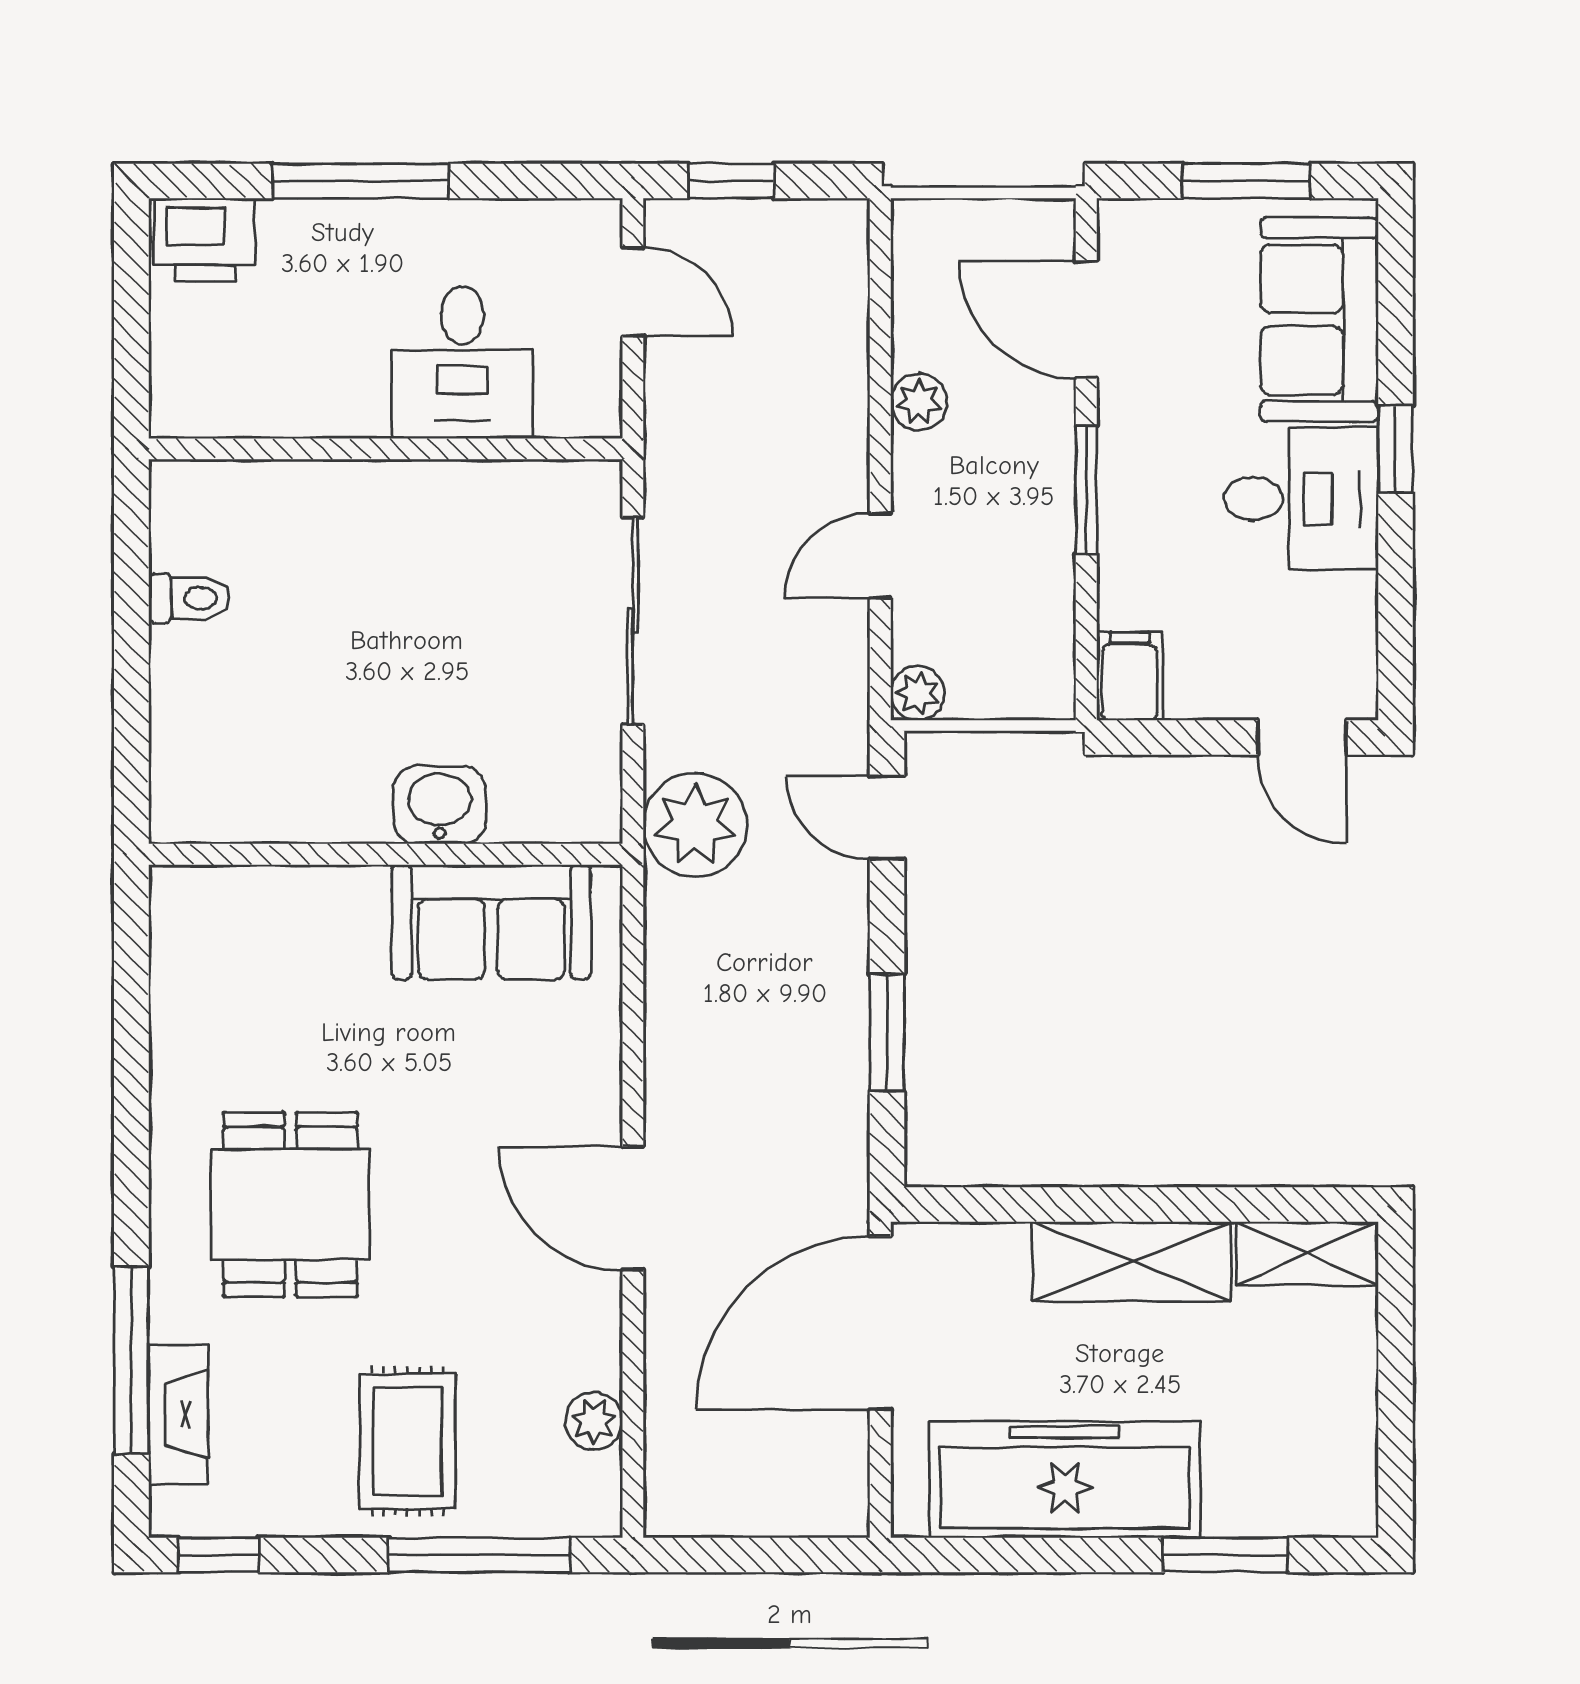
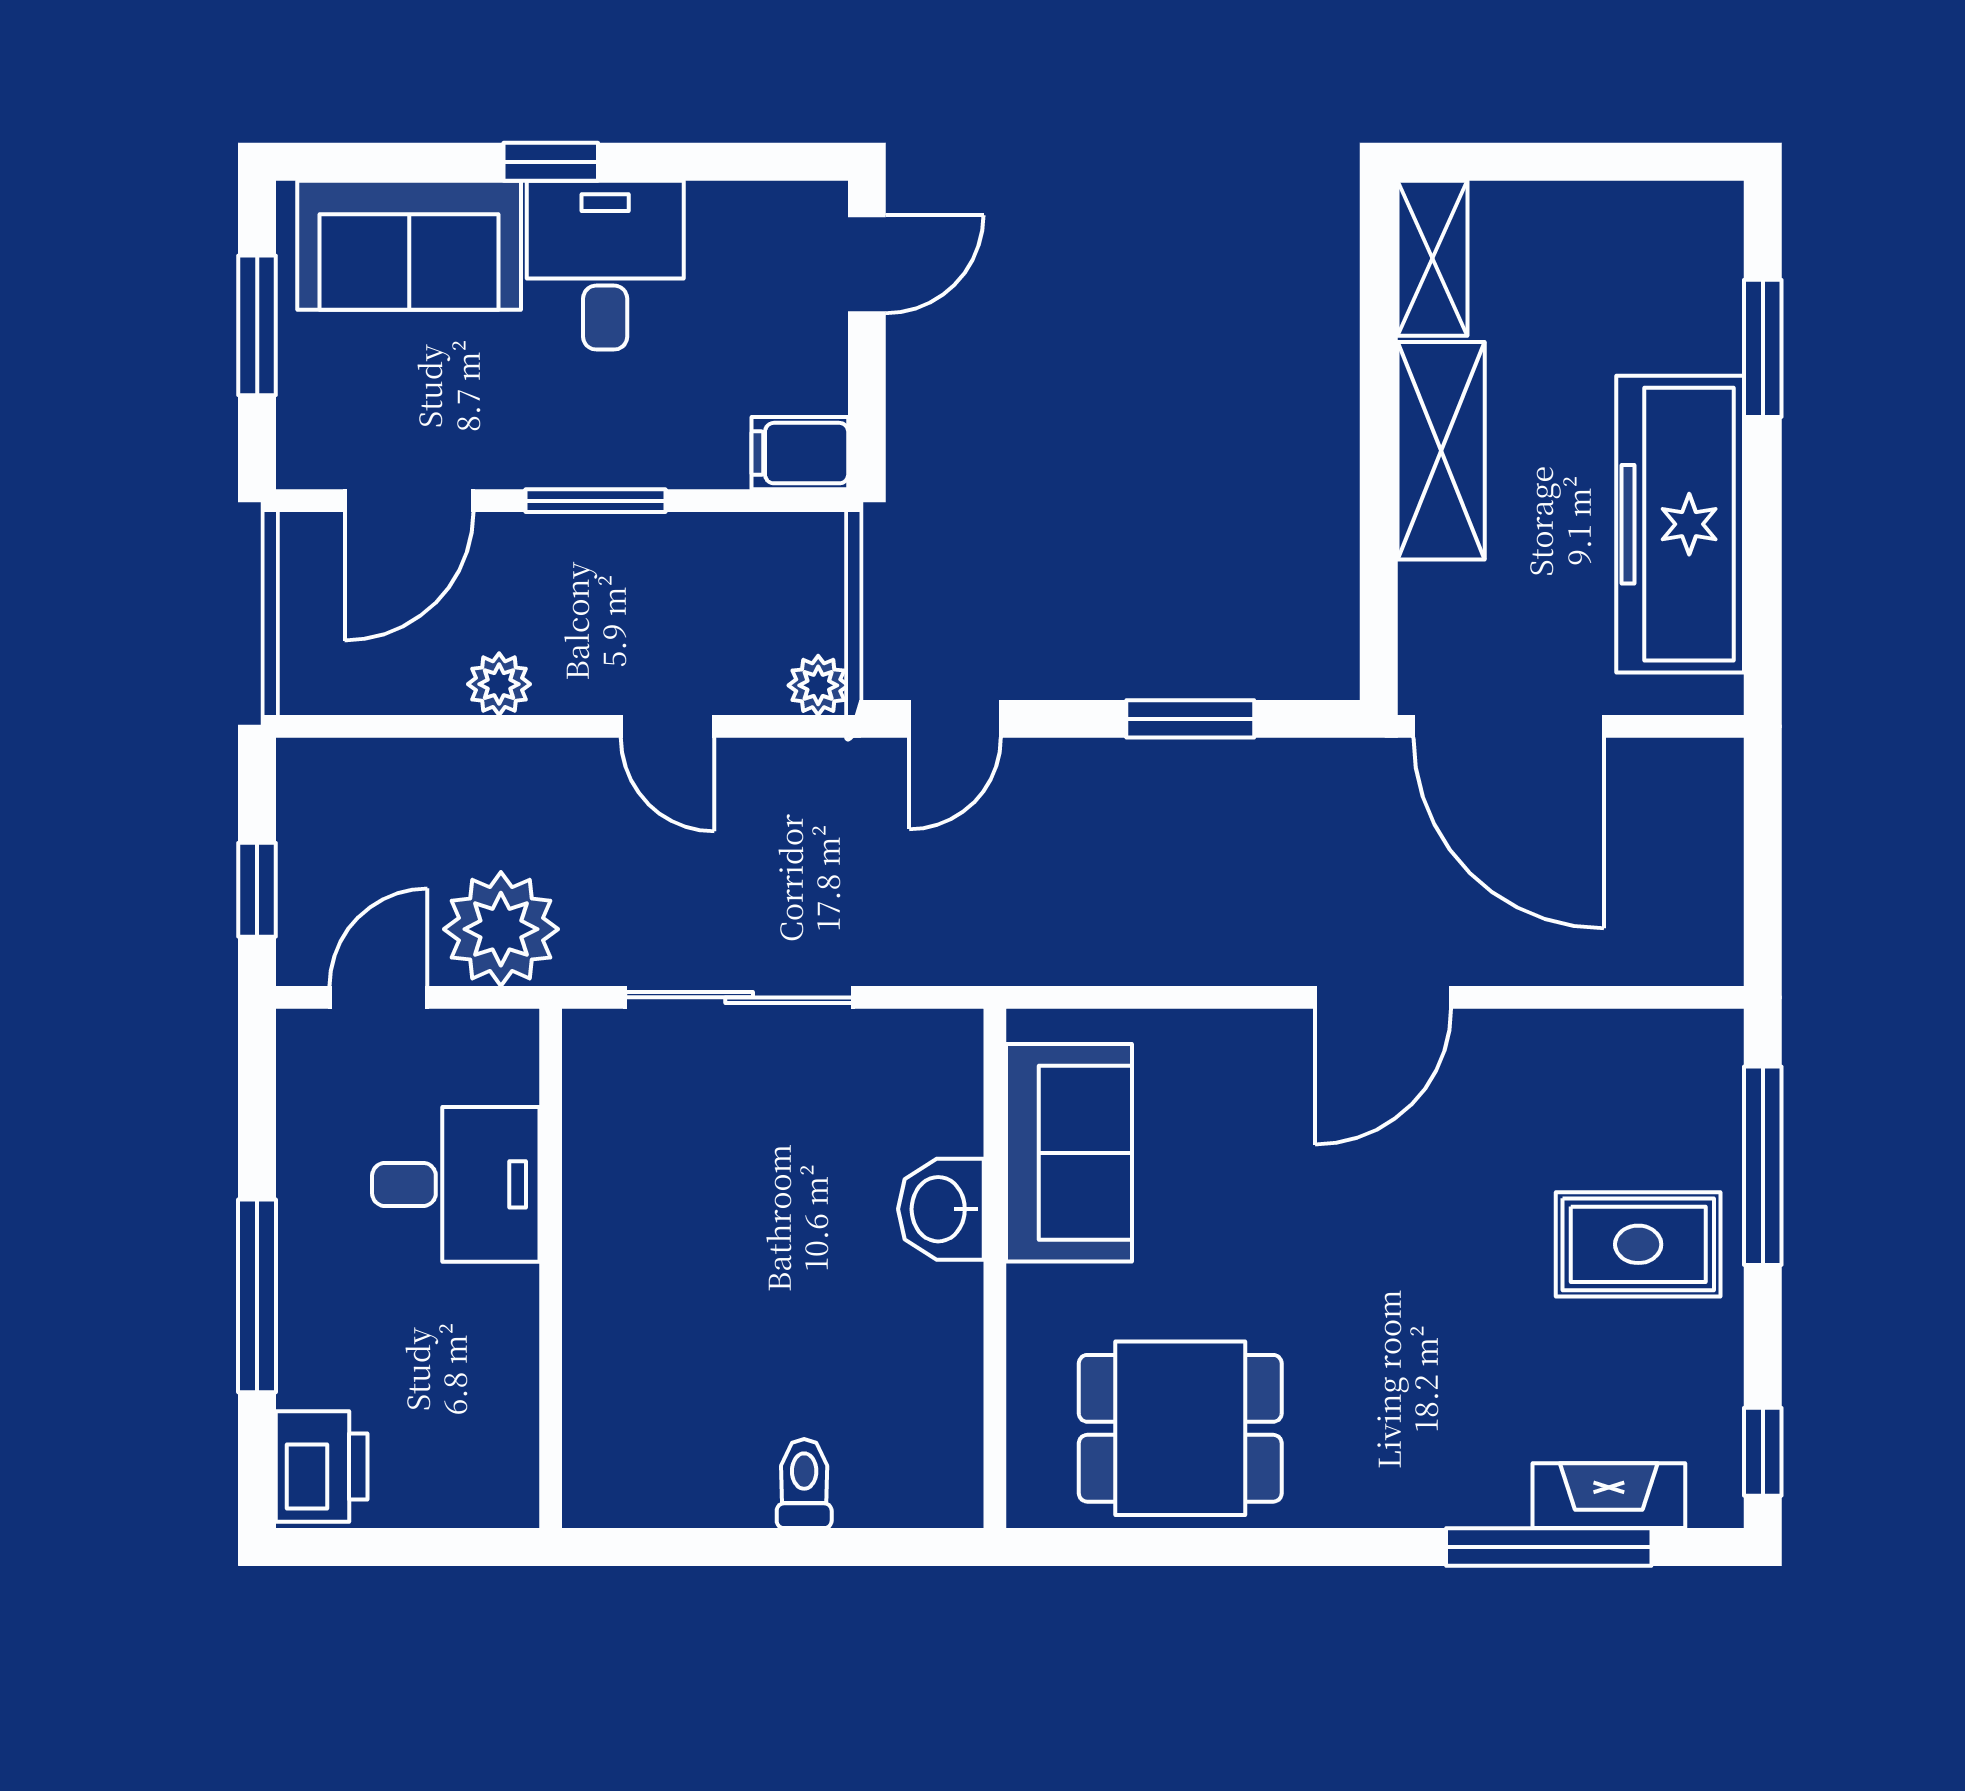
toilet: (189, 598) -> (804, 1484), moved
plant: (695, 825) -> (501, 929), moved
dining table: (290, 1205) -> (1180, 1428), moved
plant: (594, 1421) -> (1616, 1040), removed

